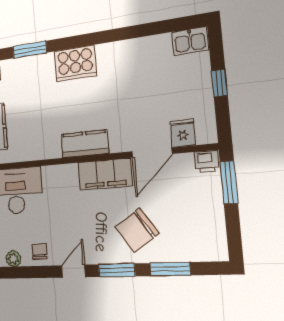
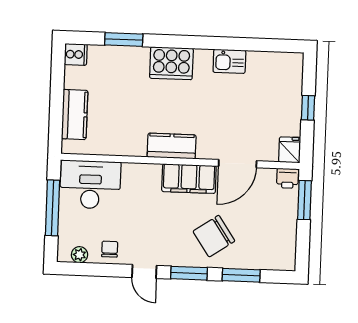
kitchen sink: (190, 41) -> (229, 61), moved
fridge: (183, 133) -> (290, 150), moved
door: (73, 271) -> (144, 271), swing flipped

